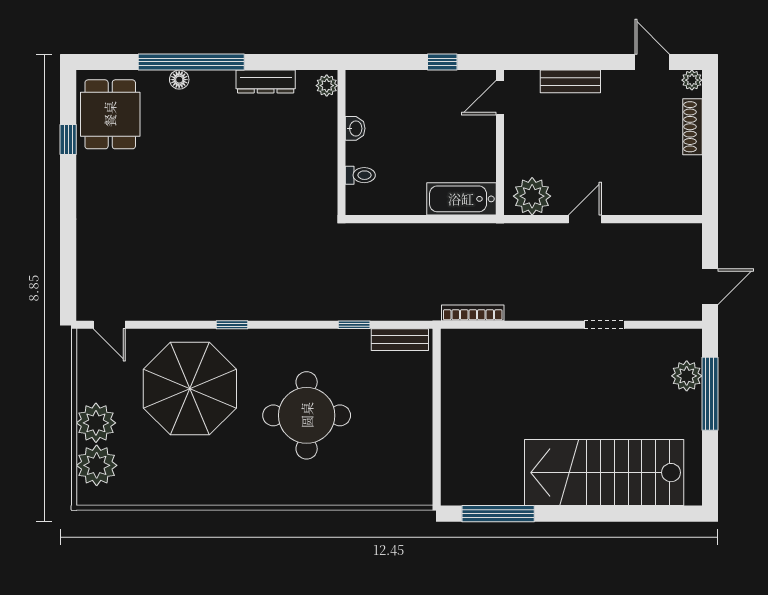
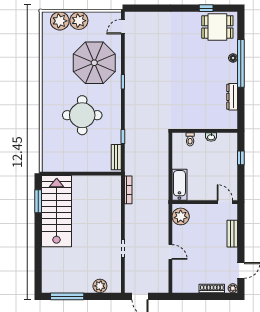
window: (442, 62) -> (241, 158), moved
plant: (327, 86) -> (230, 124), removed
door: (585, 219) -> (170, 252), moved
window: (710, 394) -> (67, 296), moved
stairs: (604, 473) -> (57, 211), moved
window: (498, 514) -> (38, 201), width x0.69

